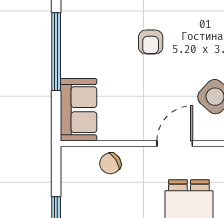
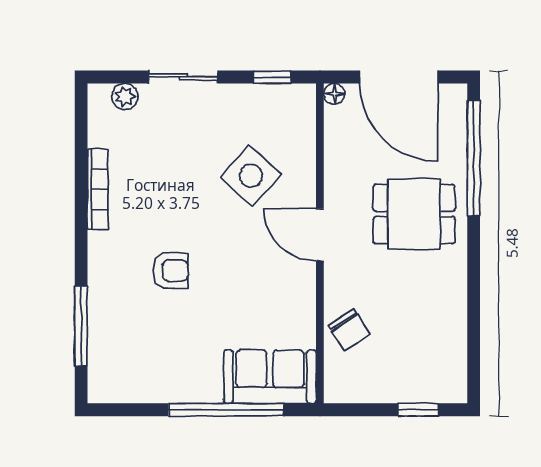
window: (56, 52) -> (226, 410), moved

